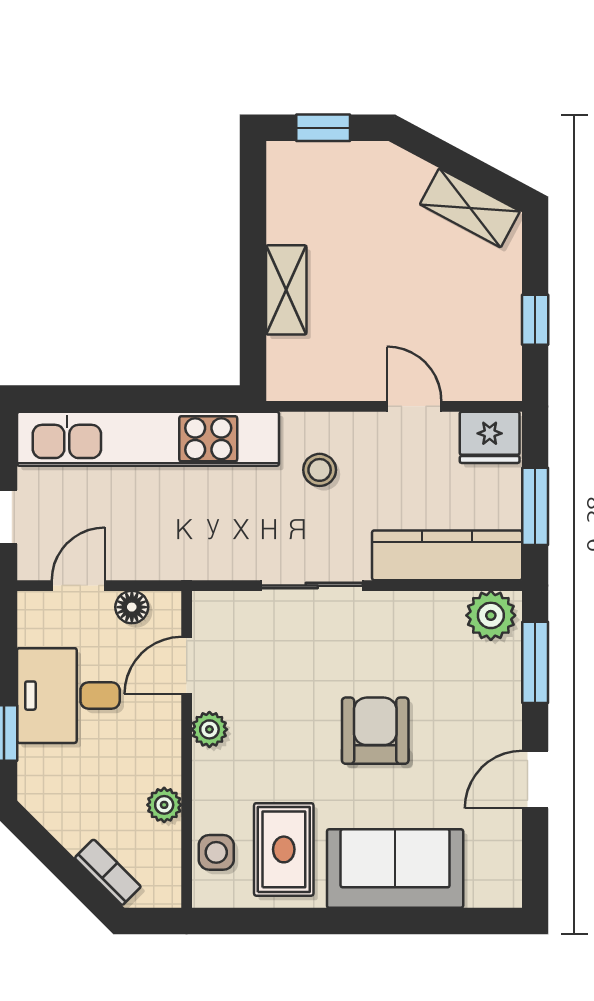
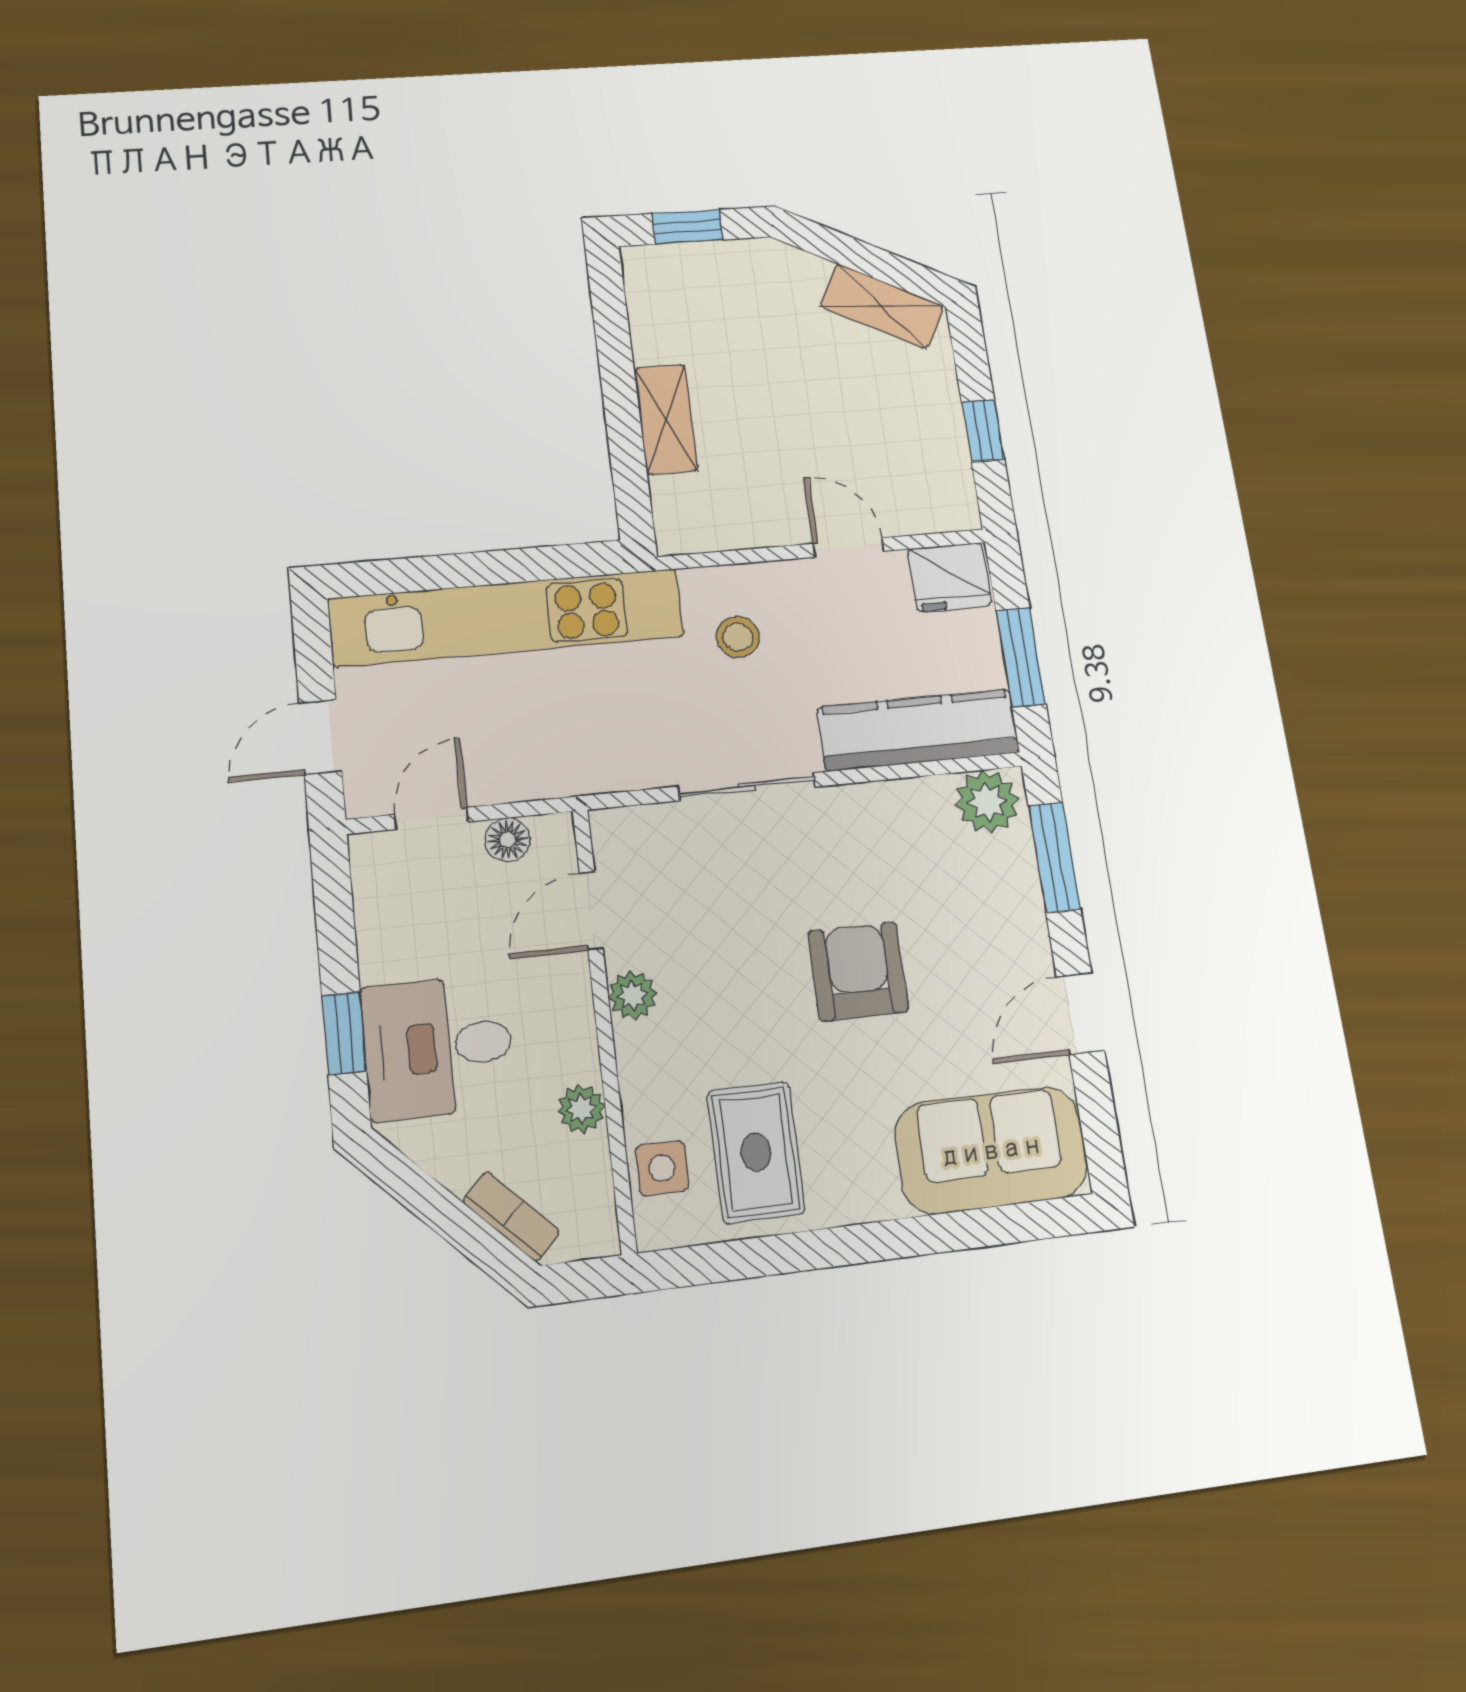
desk: (68, 696) -> (438, 1047), moved
sofa: (395, 869) -> (991, 1150), moved

